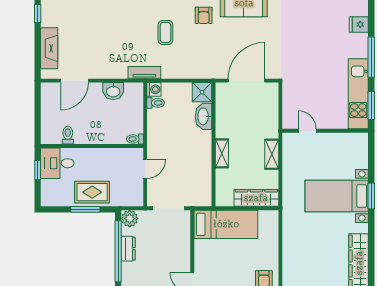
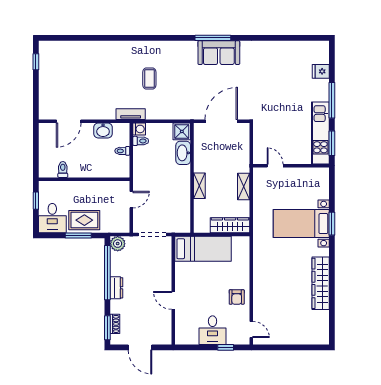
armchair: (204, 15) -> (183, 63), removed
fireplace: (49, 48) -> (46, 93), removed
toilet: (135, 139) -> (122, 151), moved
desk: (57, 163) -> (52, 218), moved, turned -90
dresser: (128, 249) -> (116, 288), moved

